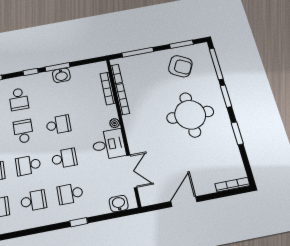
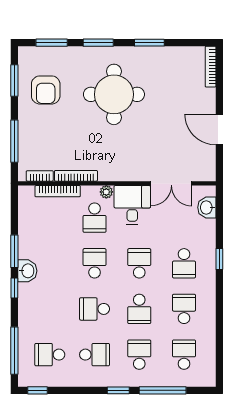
window: (216, 64) -> (52, 43), width x0.69
armchair: (180, 66) -> (46, 90), turned 152
washbasin: (61, 75) -> (27, 271), moved
school desk: (19, 99) -> (95, 218), moved, turned 90
double door: (132, 171) -> (171, 183), swing flipped

